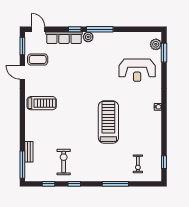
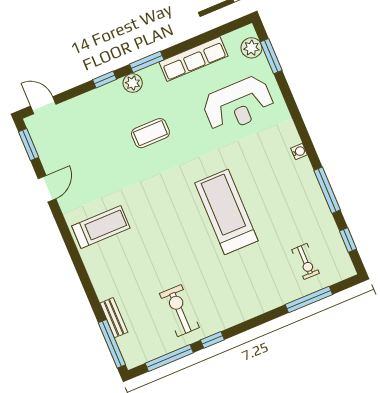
window: (100, 29) -> (147, 62), width x0.69
row of seats: (64, 38) -> (193, 59), moved
coffee table: (38, 60) -> (150, 133), moved
door: (22, 72) -> (47, 189), swing flipped
window: (164, 132) -> (327, 190), added
window: (48, 184) -> (169, 358), width x2.17
window: (115, 184) -> (309, 299), moved

